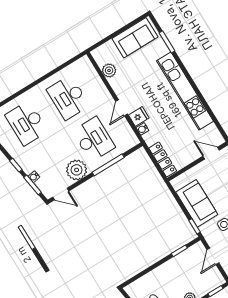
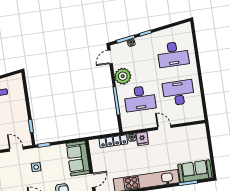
sofa: (135, 38) -> (195, 171), moved, turned 90
plant: (109, 70) -> (185, 131), removed
door: (122, 108) -> (164, 127), moved
desk: (27, 123) -> (173, 54), turned 180
locker: (163, 159) -> (113, 141), moved
sofa: (197, 203) -> (78, 158), moved, turned 90

